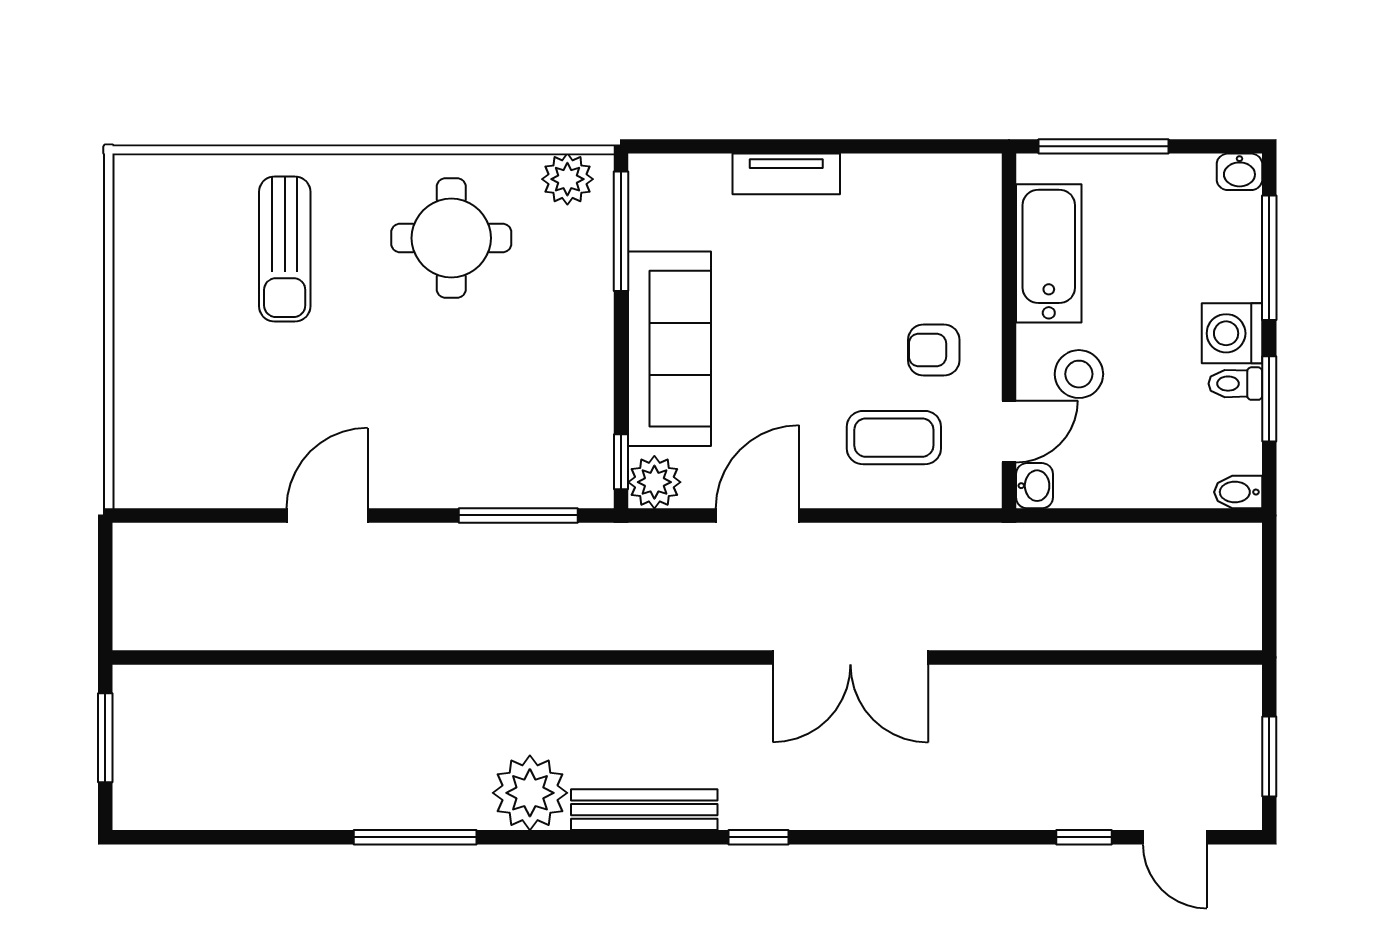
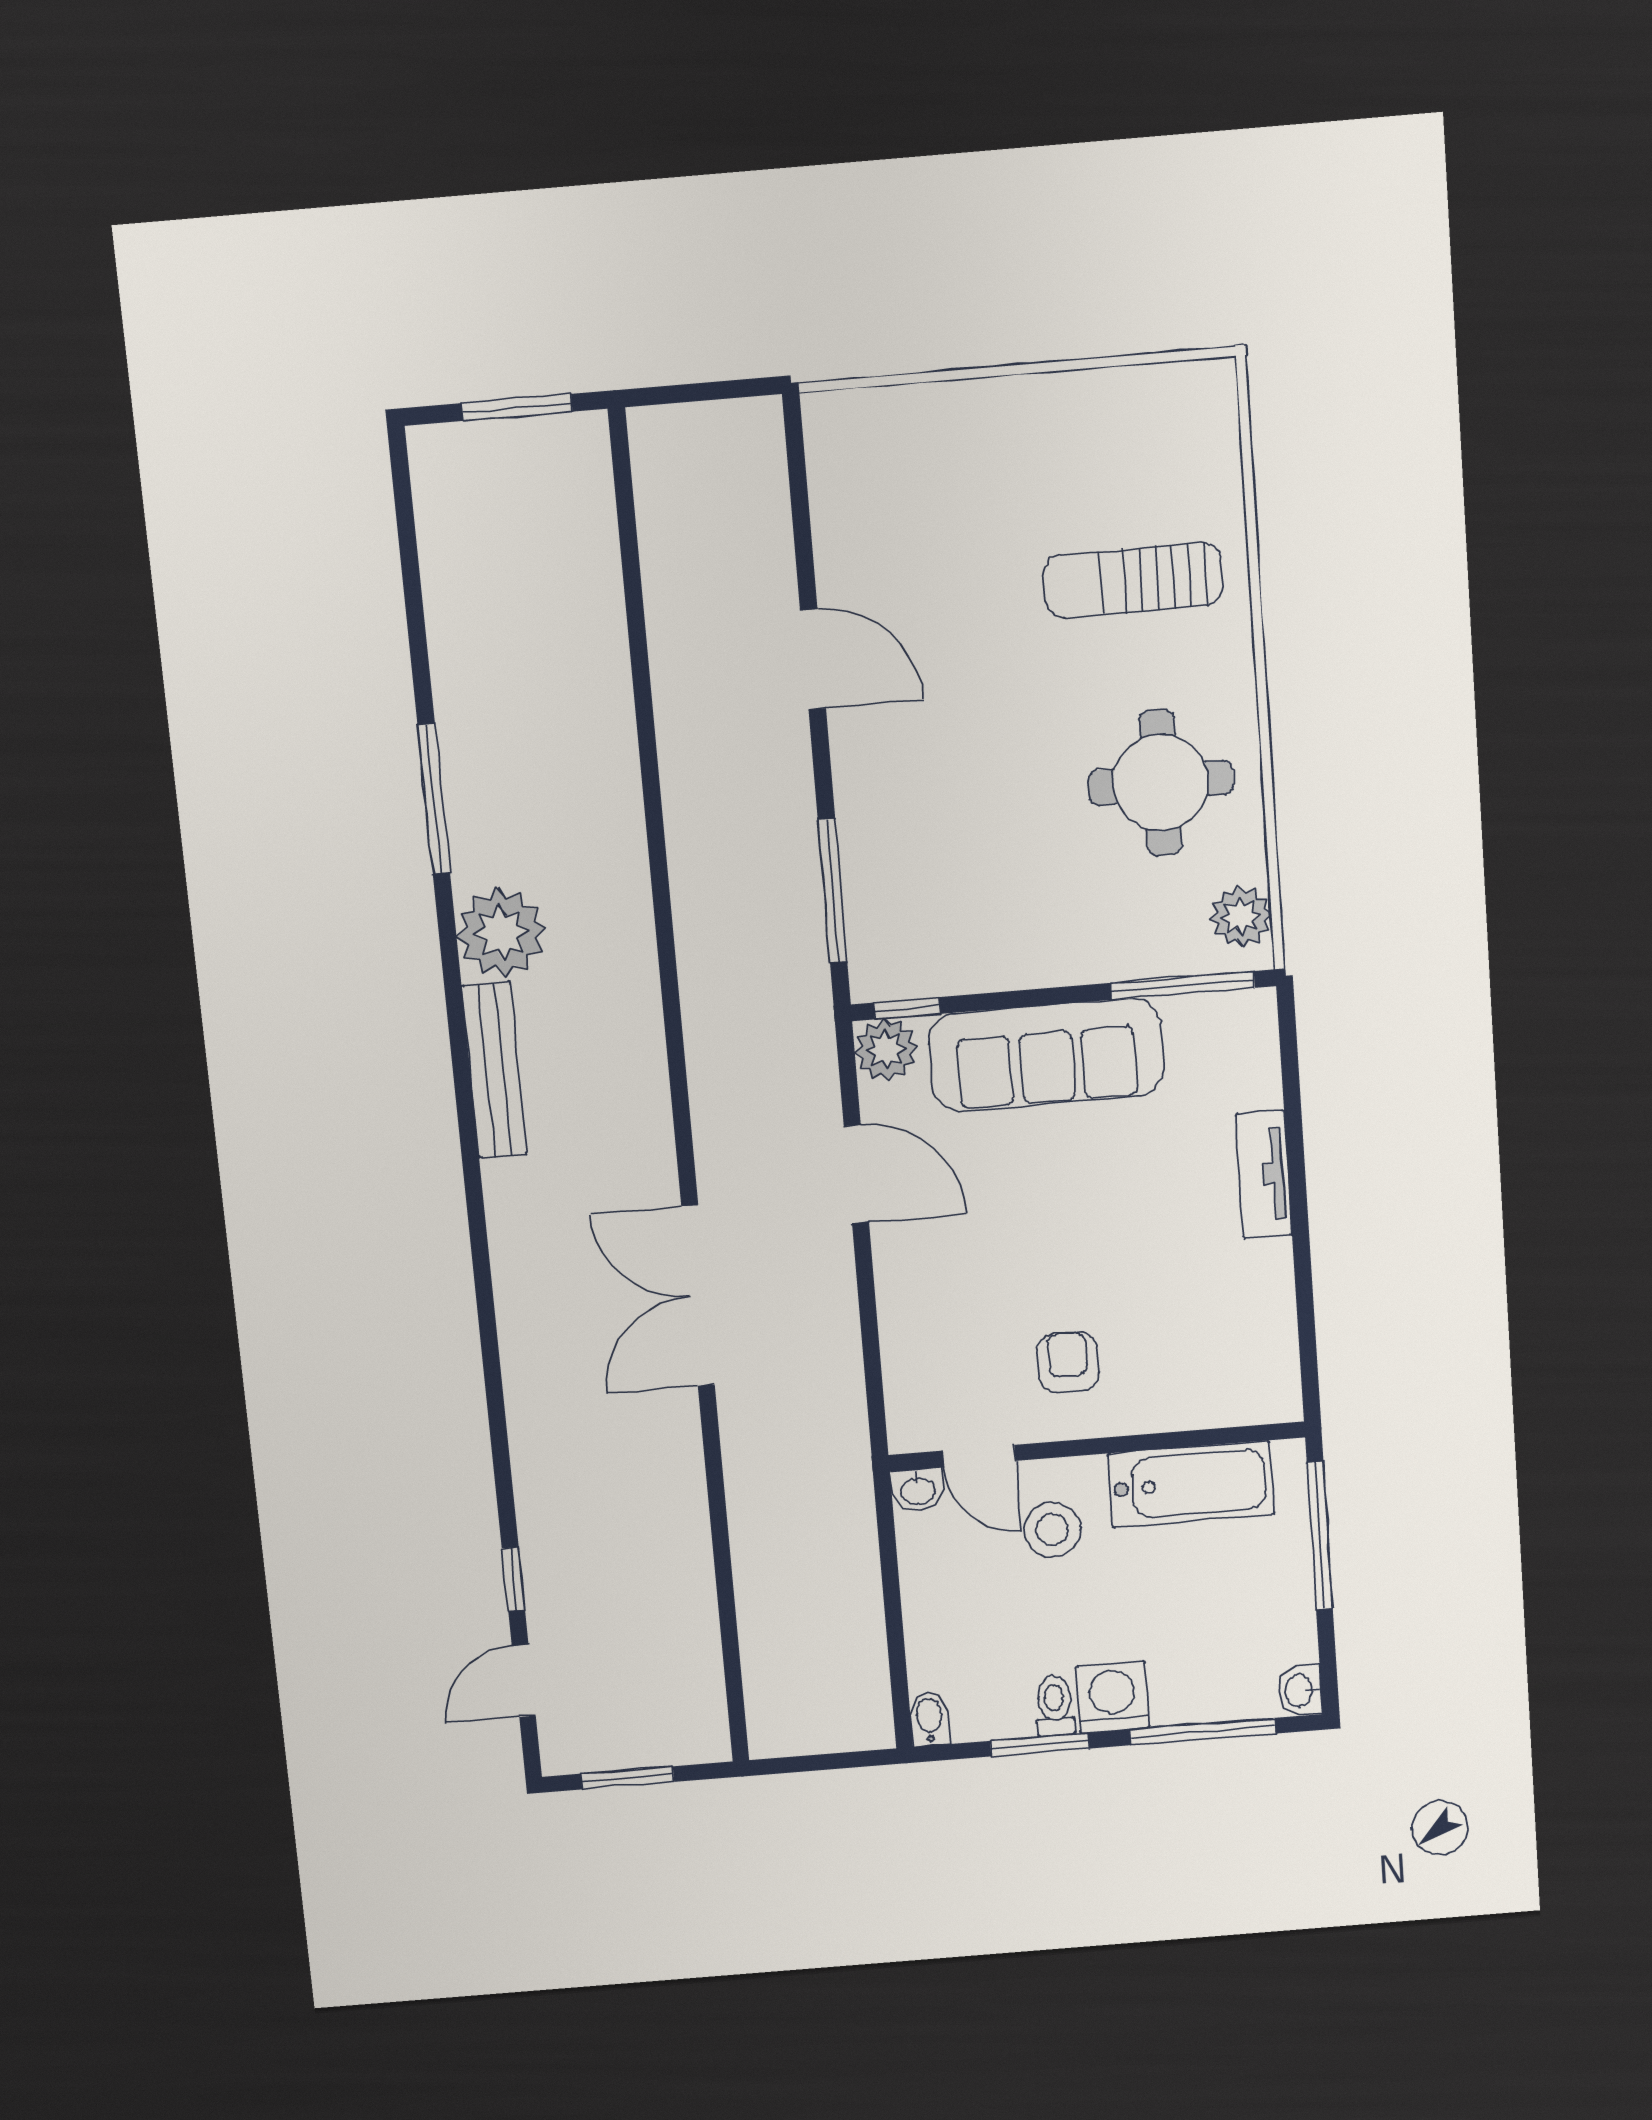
coffee table: (894, 438) -> (961, 1325), removed
window: (758, 837) -> (475, 1206), removed

